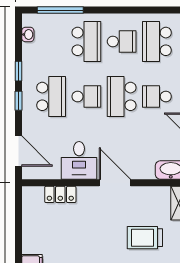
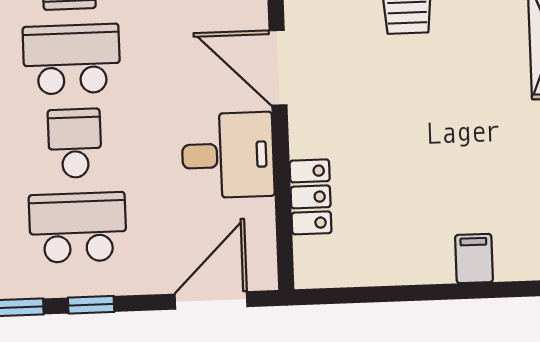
school desk: (122, 96) -> (72, 59), turned 180
door: (115, 183) -> (278, 68), hinge flipped

